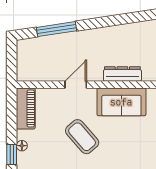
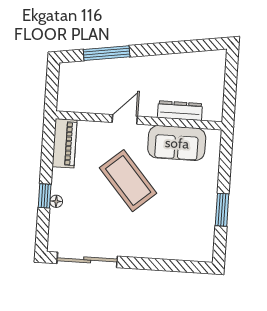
coffee table: (82, 137) -> (128, 181), width x1.36, depth x1.32
floor lamp: (22, 146) -> (56, 201), moved

